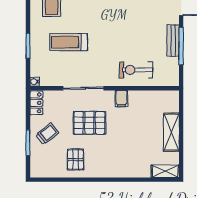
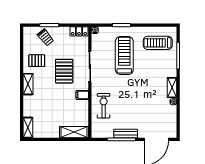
treadmill: (69, 42) -> (124, 56), width x1.37, depth x1.38
shelving: (171, 132) -> (74, 132), moved
trolley: (47, 134) -> (45, 37), moved
shelving: (107, 171) -> (28, 84), added

